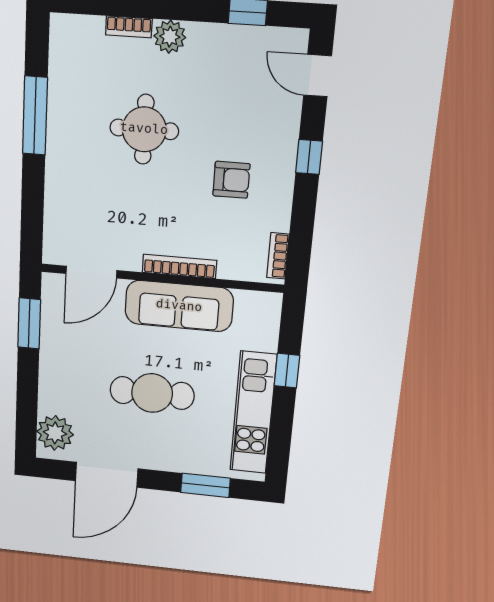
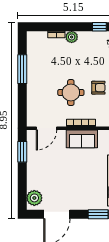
round table: (144, 129) -> (71, 93), moved
sofa: (179, 306) -> (82, 139), width x0.73
cafe table: (152, 393) -> (74, 176), removed

